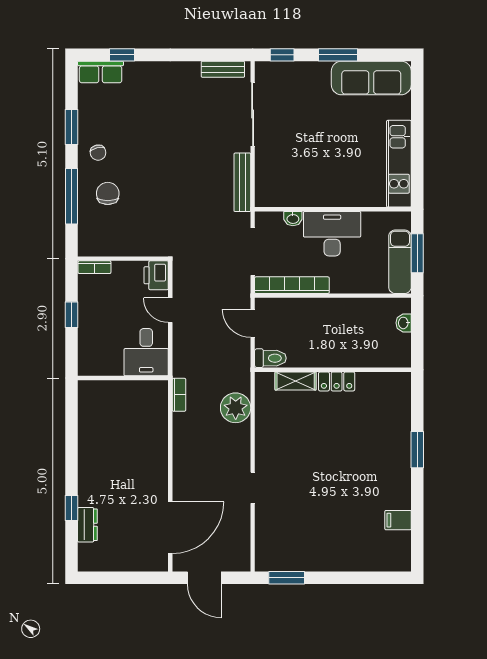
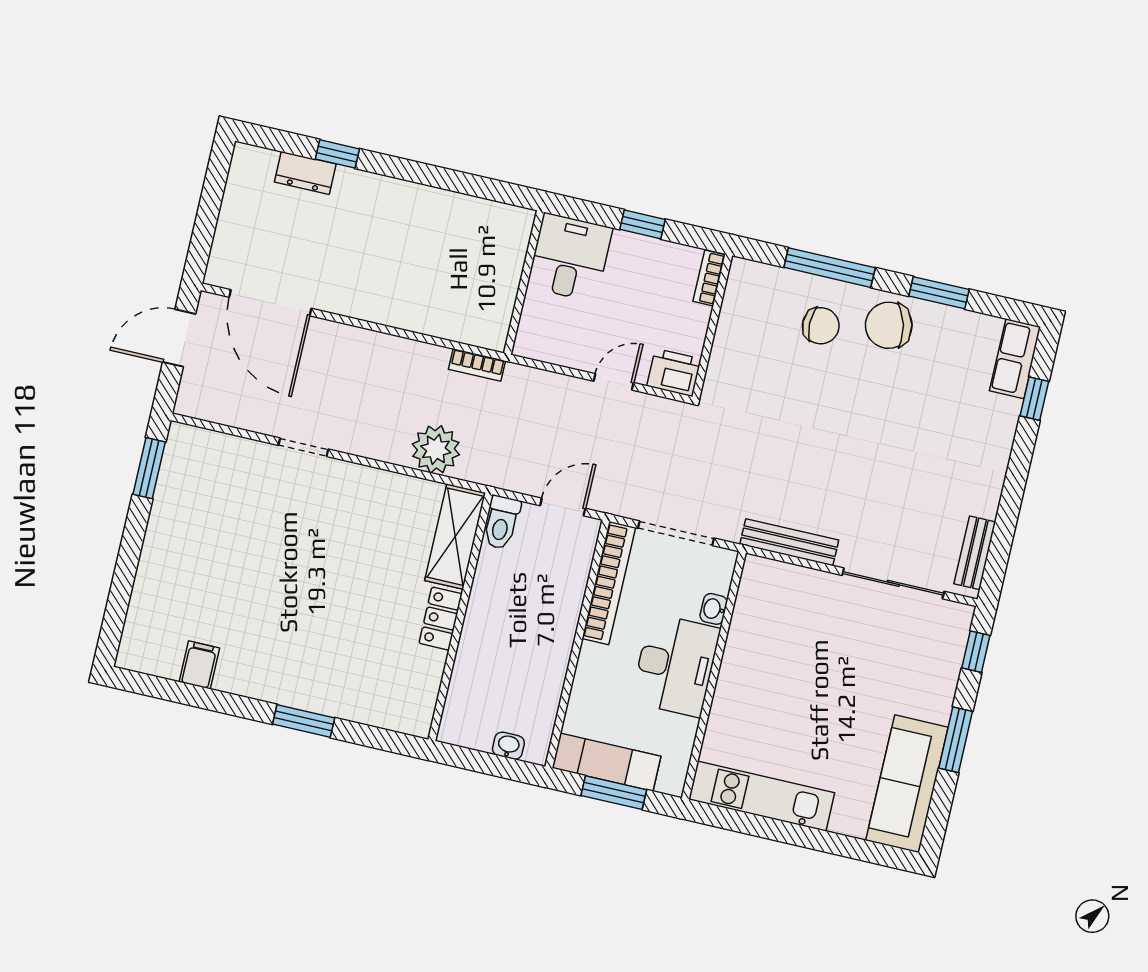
chair: (98, 153) -> (889, 325), width x1.87, depth x1.87
desk: (146, 352) -> (570, 257), moved, turned 90
shelving: (296, 381) -> (455, 537), width x1.50, depth x1.33

